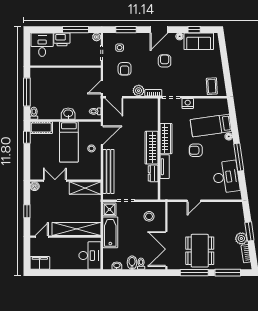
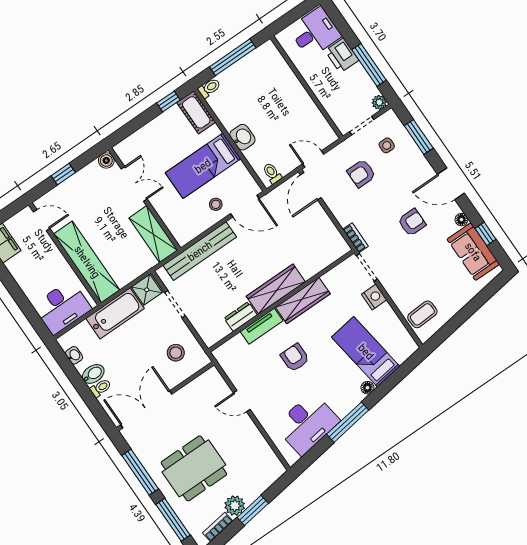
plant: (139, 91) -> (344, 215), removed
armchair: (196, 150) -> (295, 358), moved
dining table: (200, 251) -> (194, 468), moved

